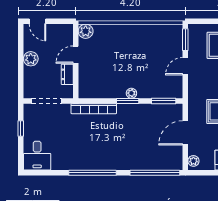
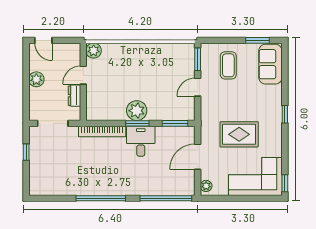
plant: (131, 93) -> (137, 111), width x1.87, depth x1.87
desk: (37, 156) -> (141, 141), moved, turned 180

